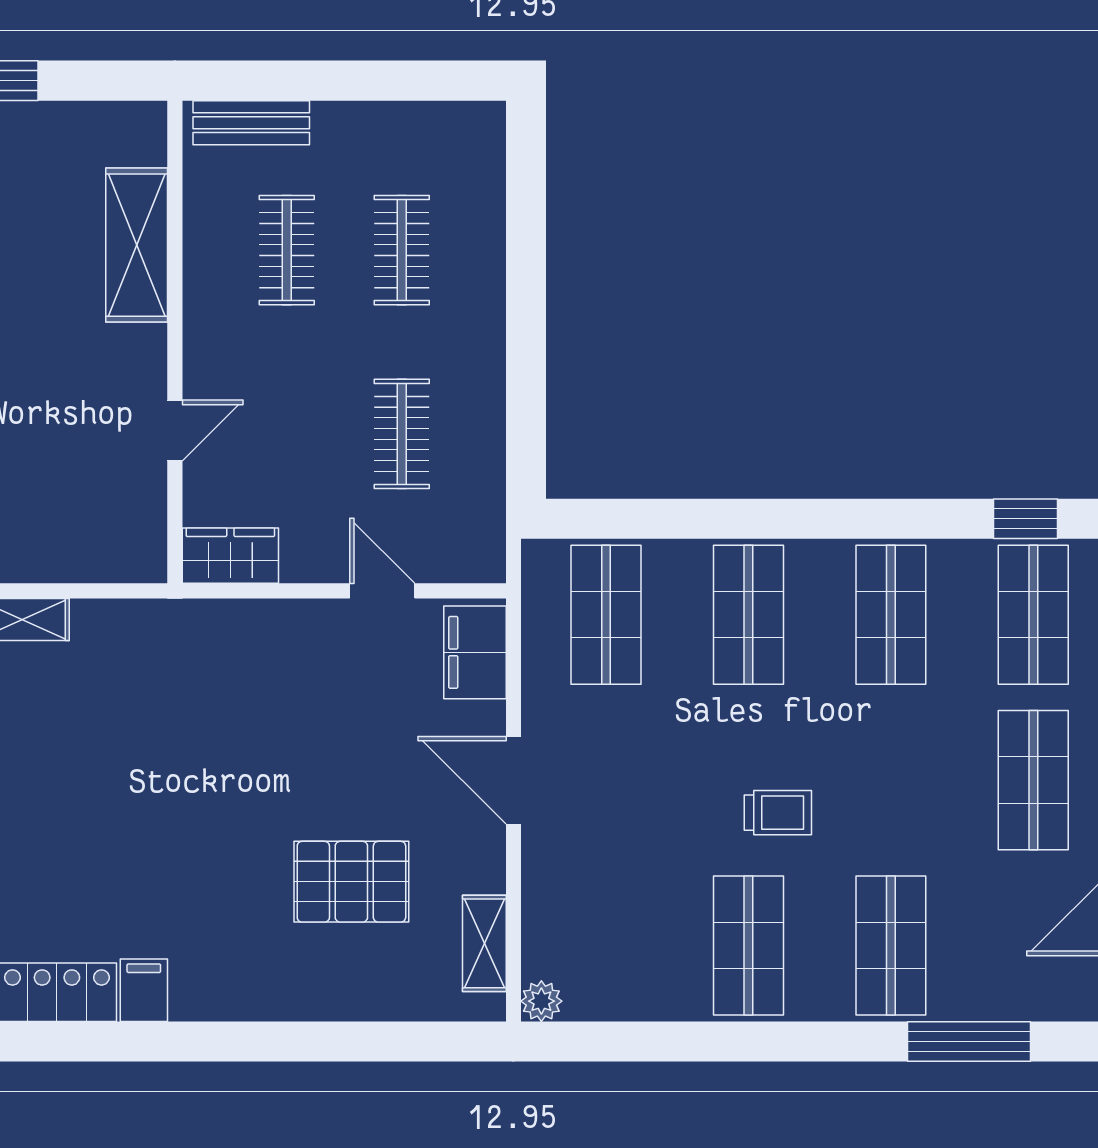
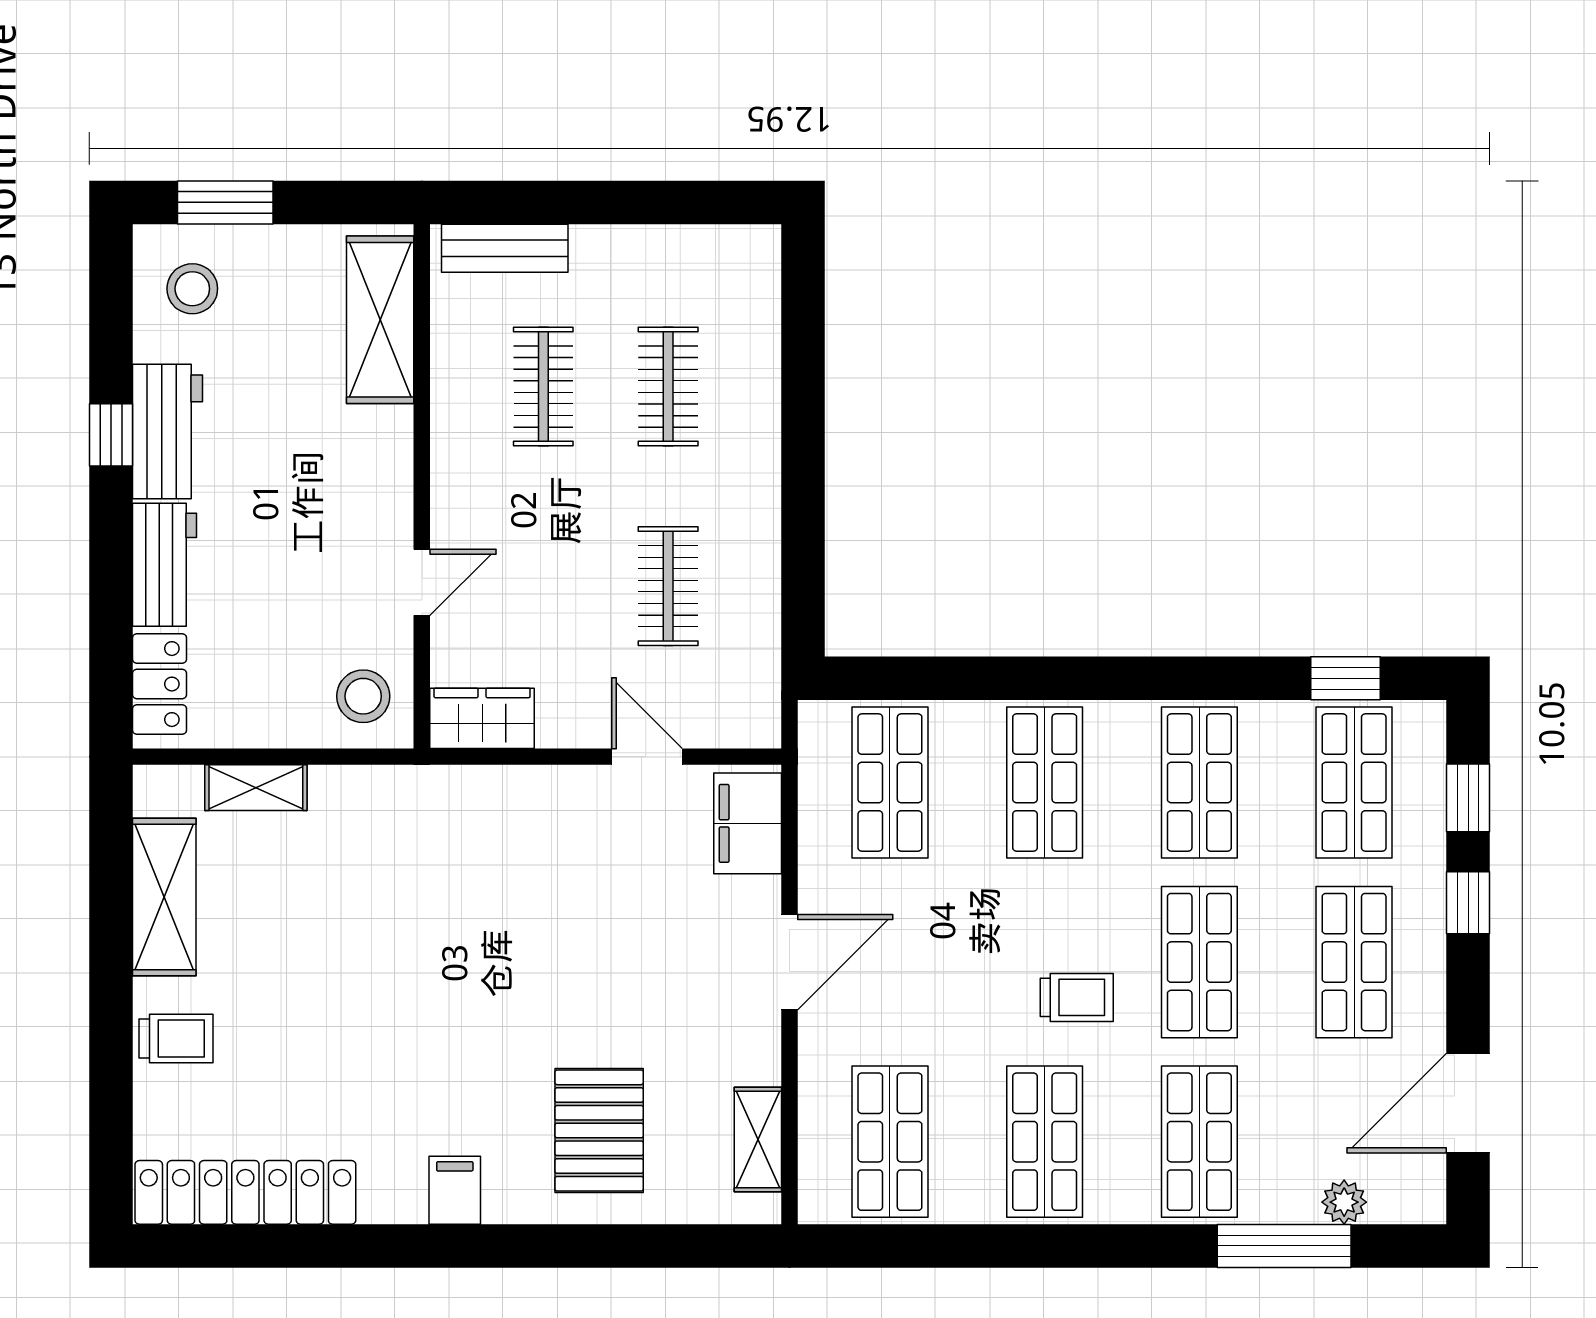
shelving: (137, 245) -> (380, 320), moved
stool: (121, 535) -> (363, 696), added
door: (513, 780) -> (789, 962), swing flipped
shop shelf: (891, 780) -> (1199, 962), added
pallet: (351, 882) -> (599, 1131), moved, turned 90
shop shelf: (606, 945) -> (890, 1142), added
filing cabinet: (144, 990) -> (455, 1190), moved
plant: (541, 1001) -> (1344, 1202), moved

